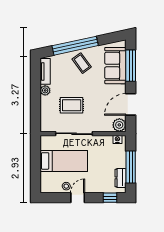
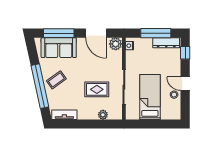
plant: (45, 90) -> (103, 115), moved
rug: (72, 105) -> (97, 89), turned 90
dresser: (120, 178) -> (166, 43), width x1.44

